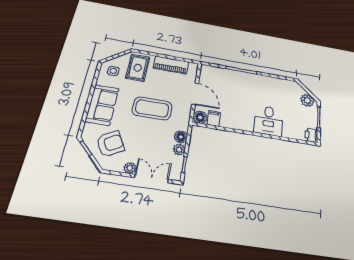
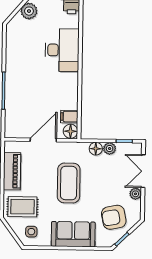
desk: (269, 121) -> (62, 50), width x1.37
armchair: (110, 144) -> (114, 217), turned -72

